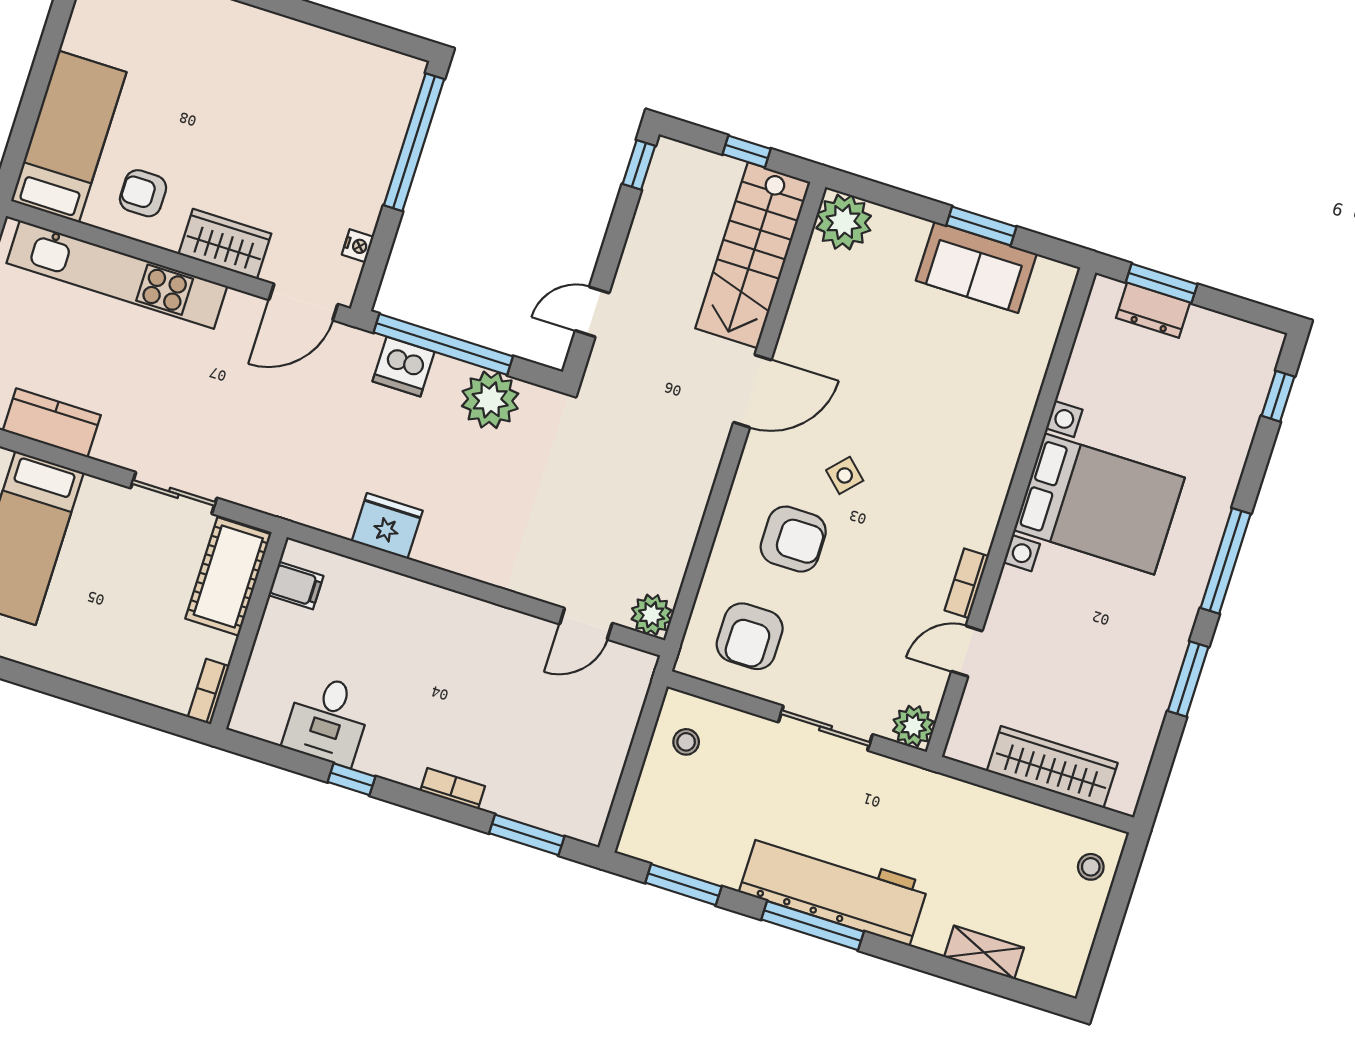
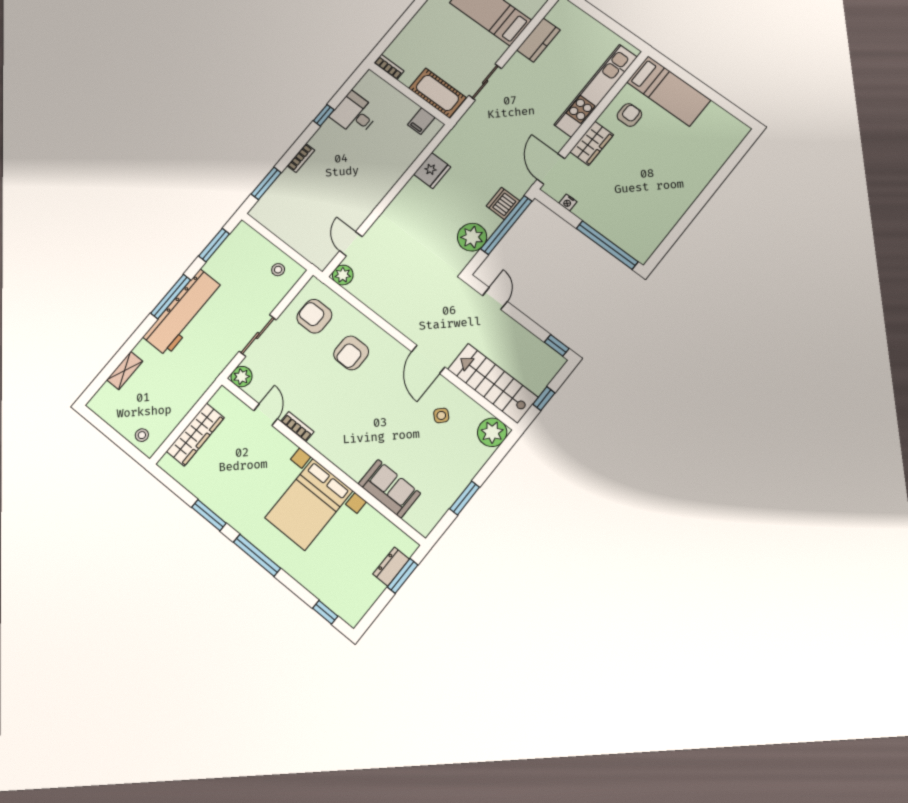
sofa: (976, 267) -> (389, 489), moved, turned 90
side table: (845, 475) -> (441, 415), moved

